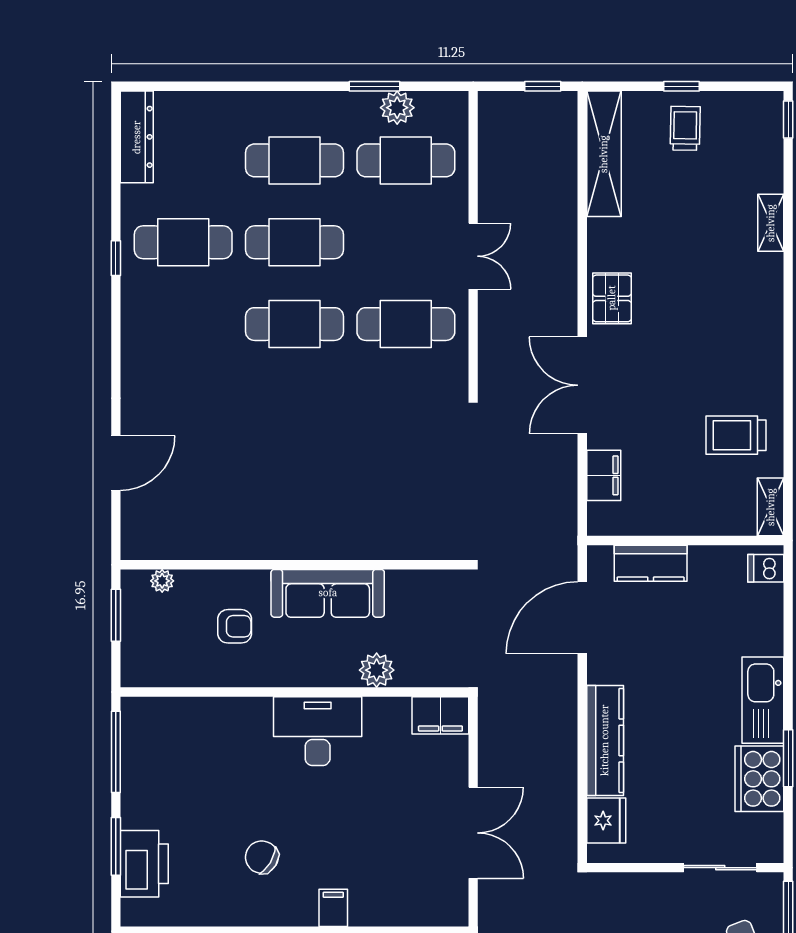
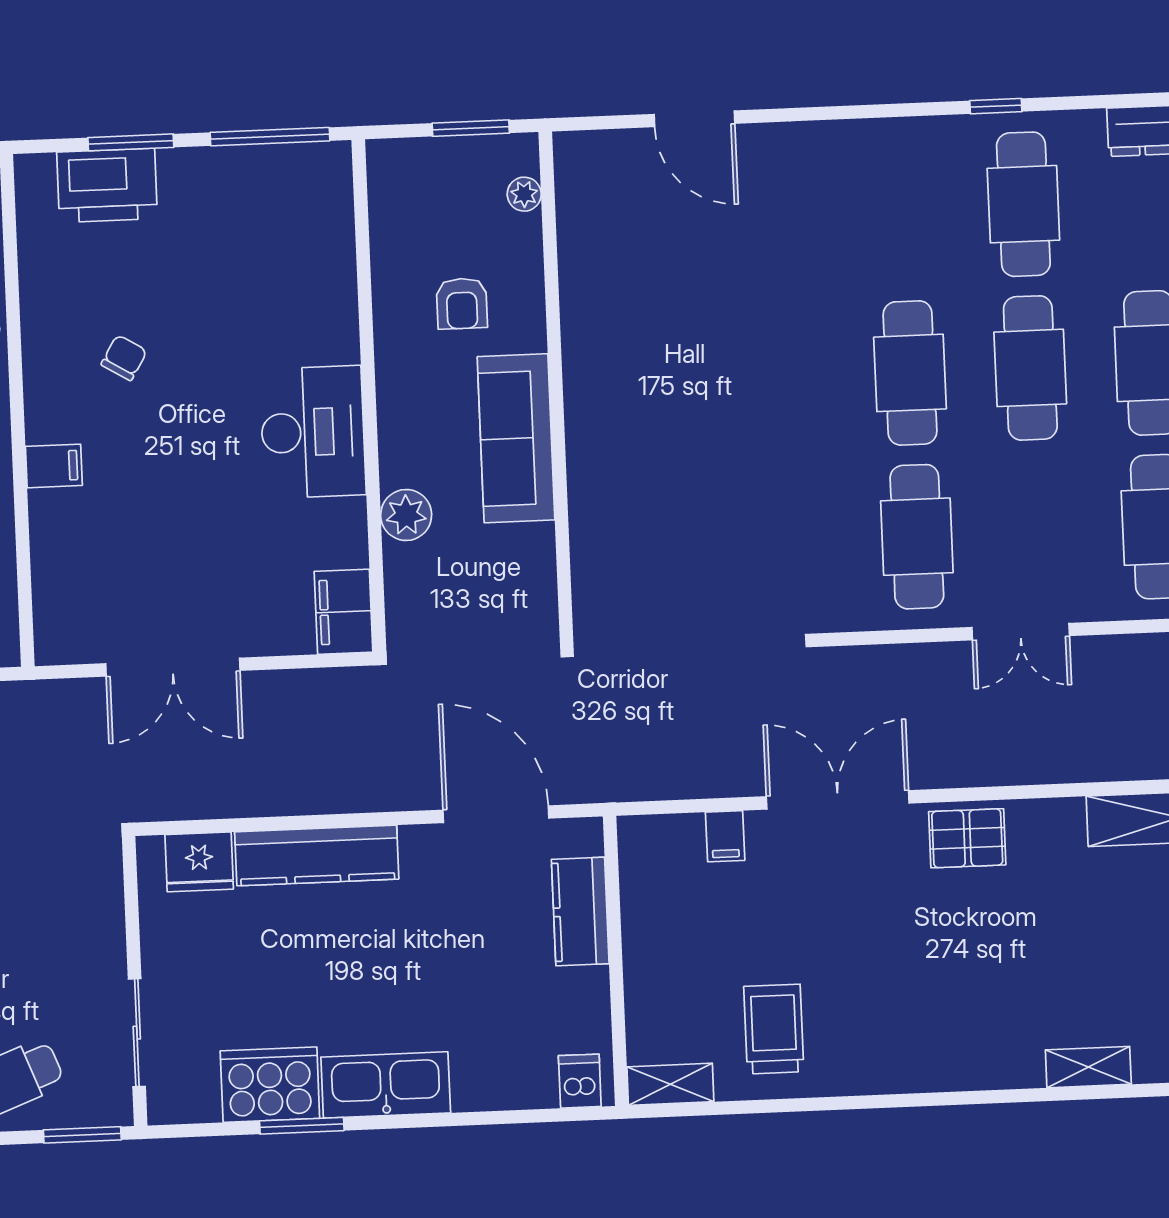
filing cabinet: (604, 475) -> (725, 836), width x0.50
chair: (262, 857) -> (124, 358), width x0.73, depth x0.73

